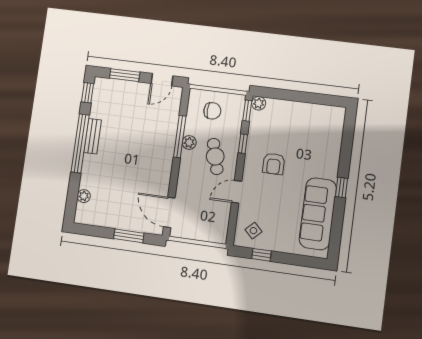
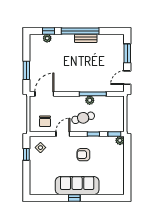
door: (162, 80) -> (127, 78), hinge flipped
window: (87, 93) -> (48, 31), moved
chair: (212, 111) -> (45, 121), moved
door: (237, 192) -> (63, 134), hinge flipped
sofa: (318, 214) -> (77, 186), moved

